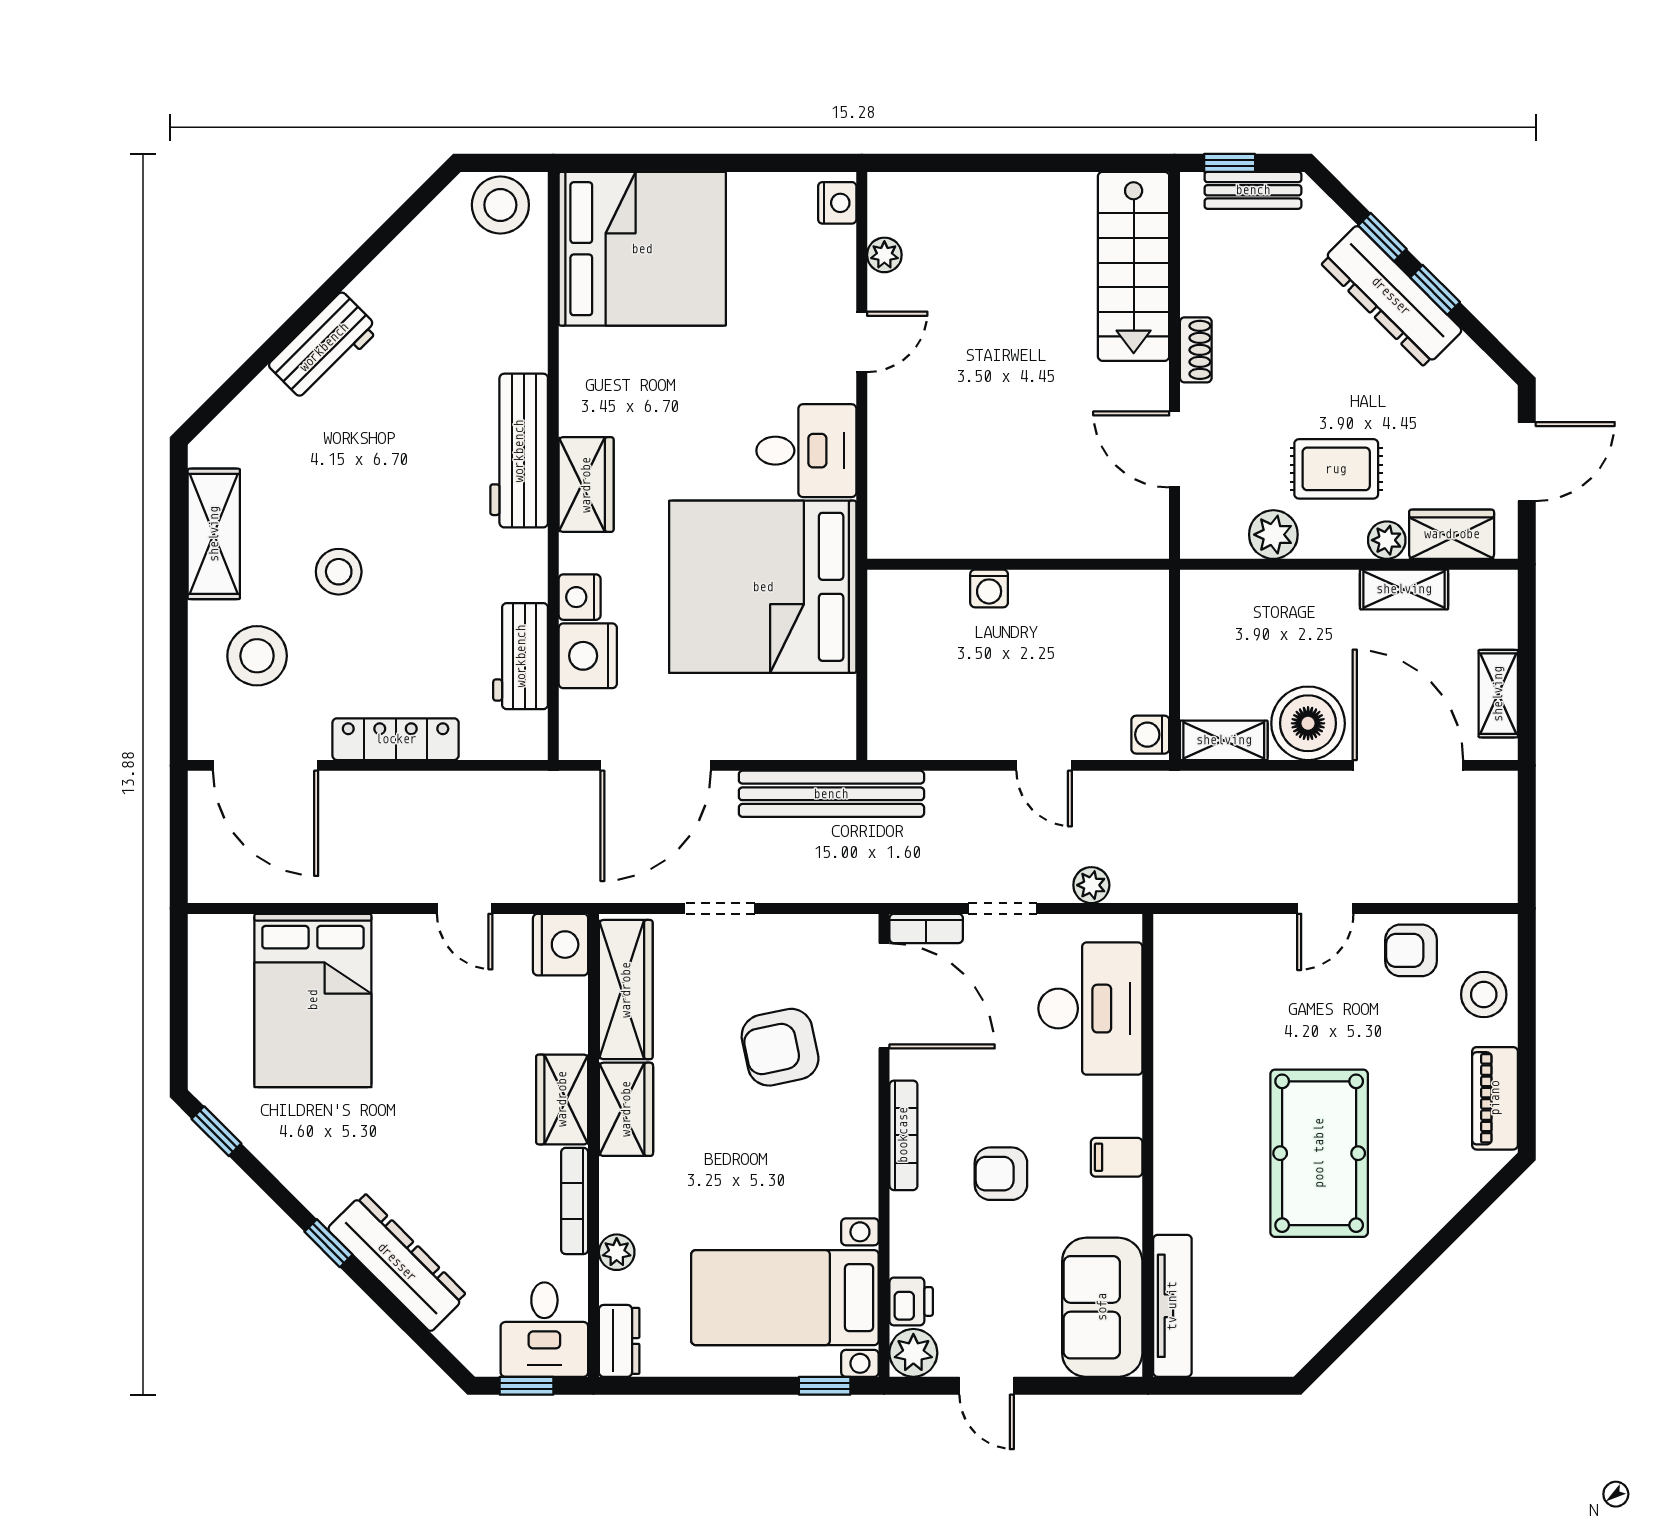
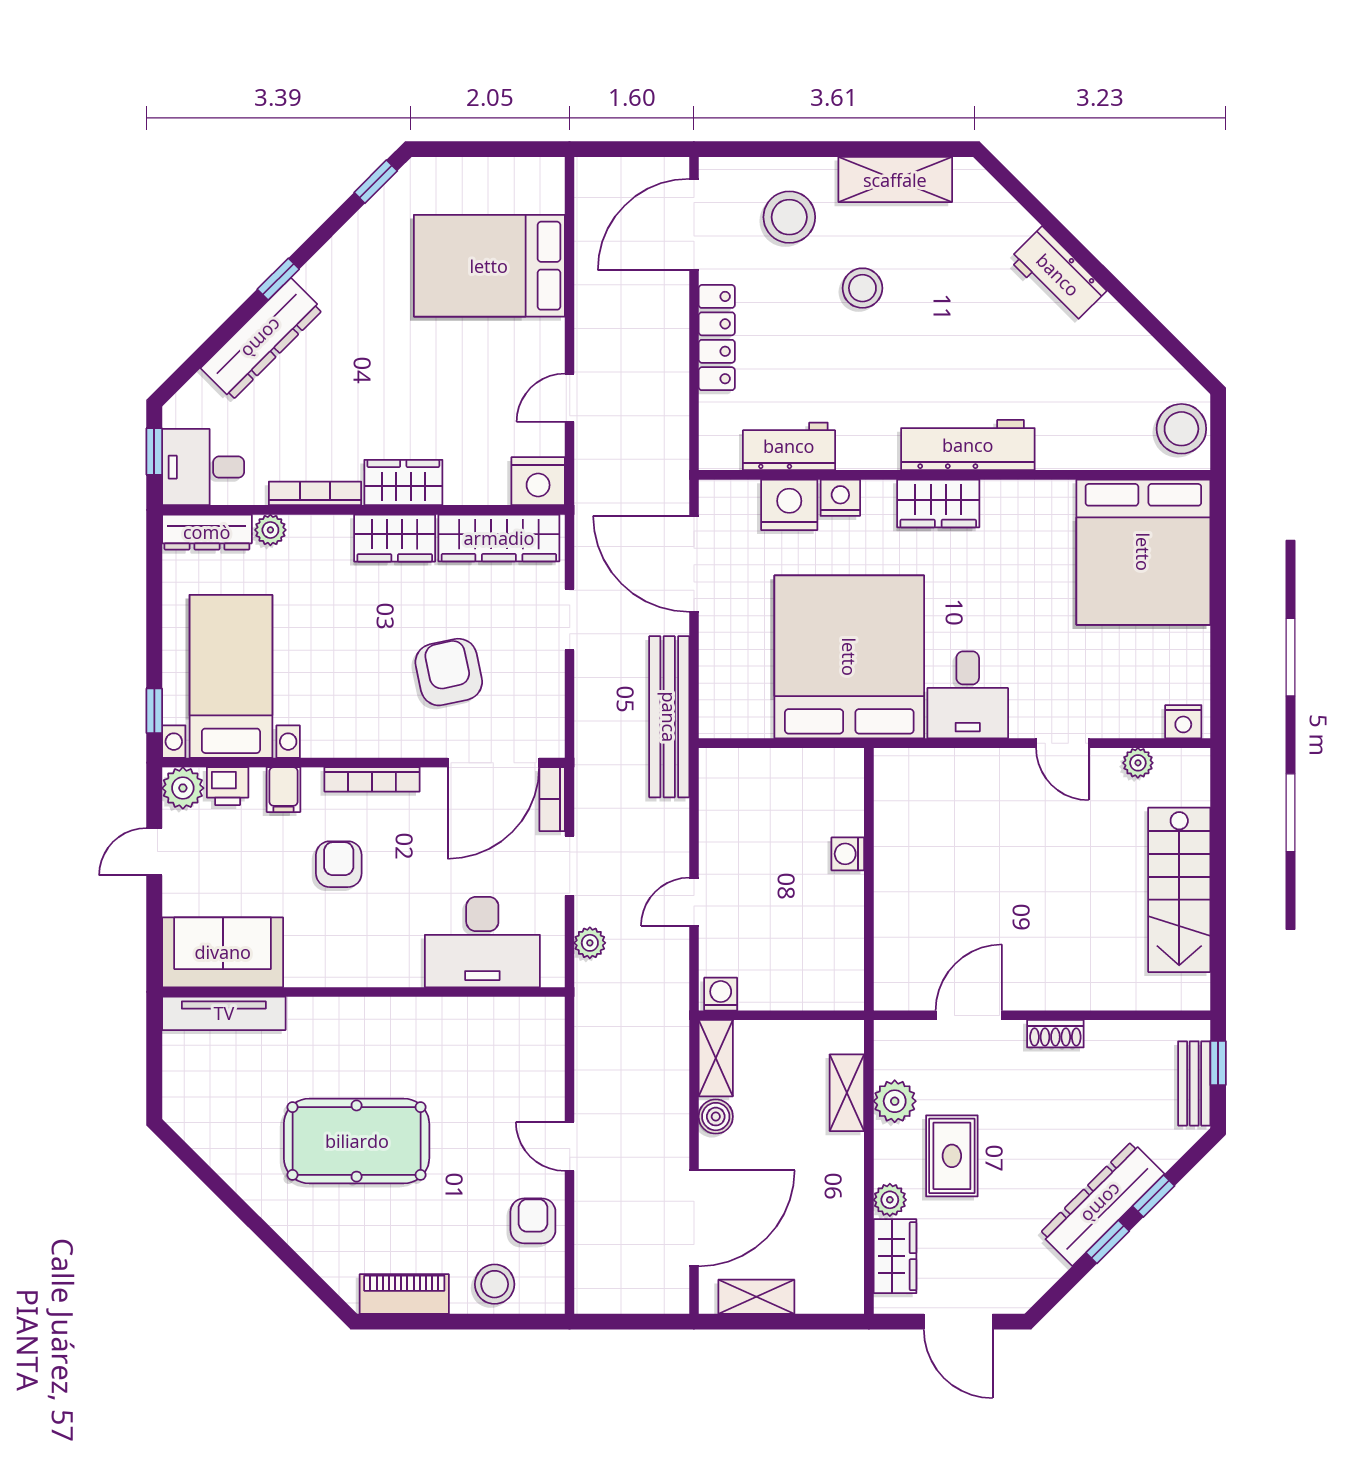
stairs: (1134, 266) -> (1179, 890), moved, turned -90
shelving: (1404, 589) -> (847, 1093), moved
boiler: (1308, 723) -> (716, 1117), width x0.54, depth x0.54
filing cabinet: (1117, 1157) -> (283, 790), moved, turned 180
dresser: (619, 1341) -> (207, 532), width x1.44

